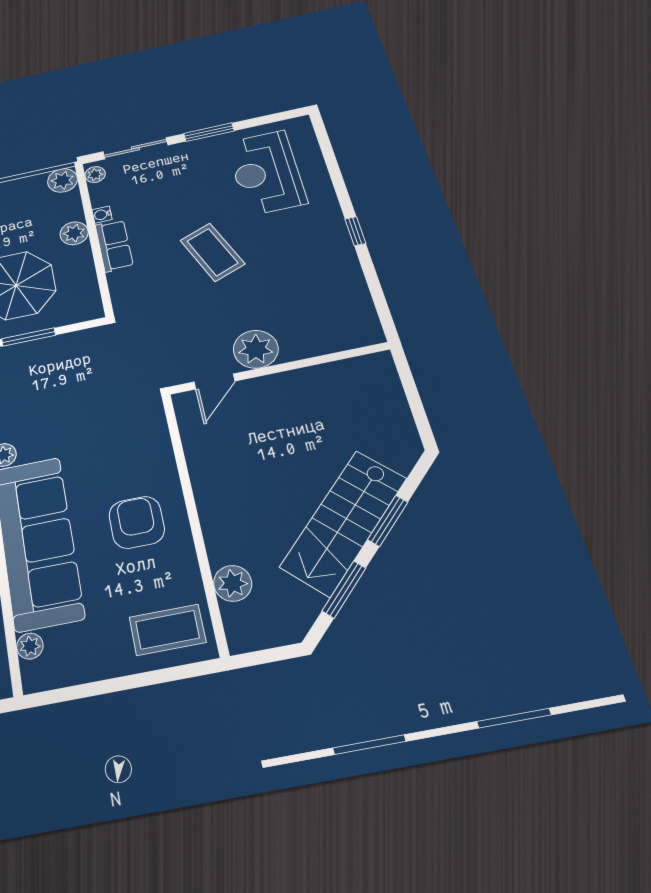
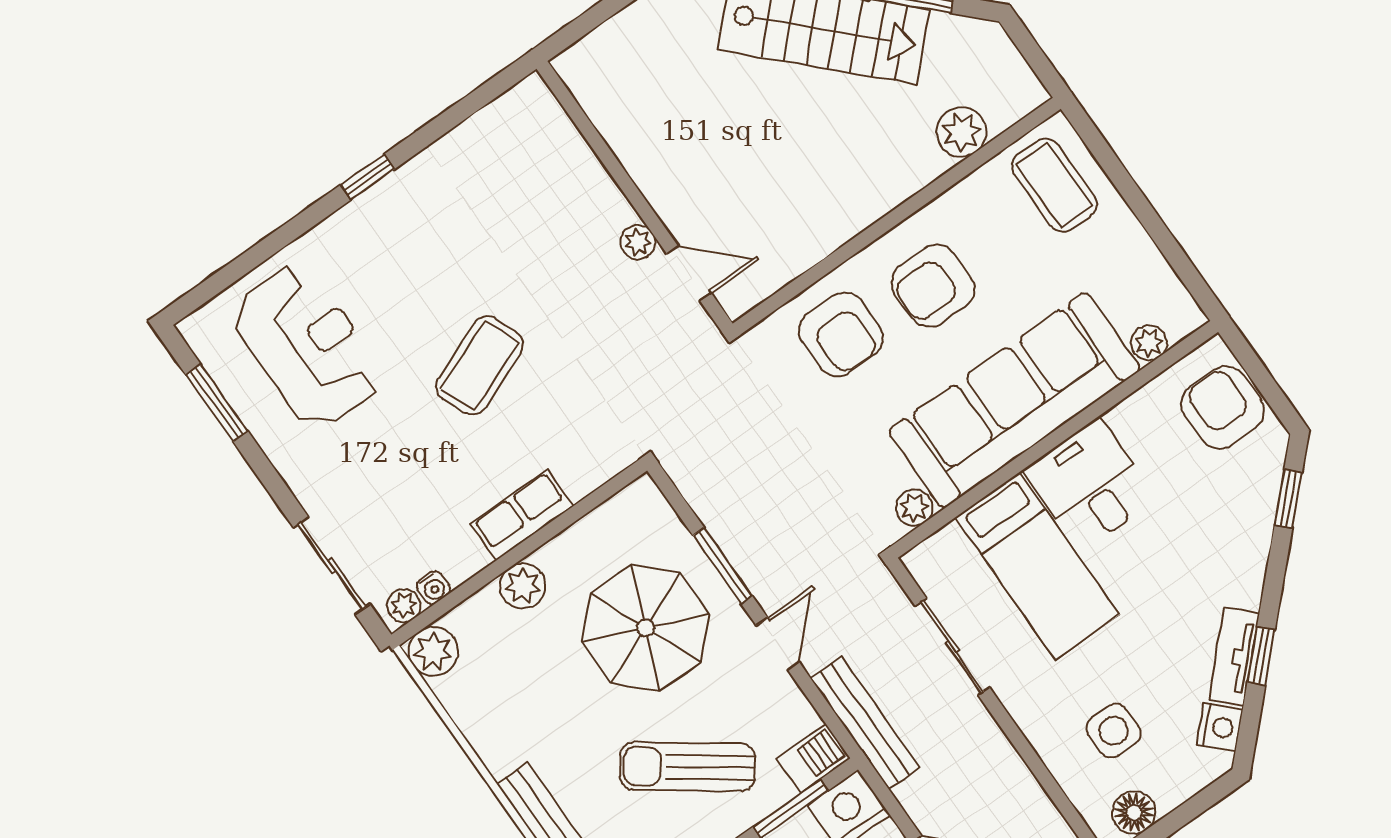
window: (209, 132) -> (217, 403), moved
reception desk: (266, 172) -> (307, 346), turned -90
water cooler: (102, 215) -> (433, 588), moved
plant: (256, 349) -> (638, 242), width x0.53, depth x0.53
armchair: (133, 454) -> (841, 334), added

